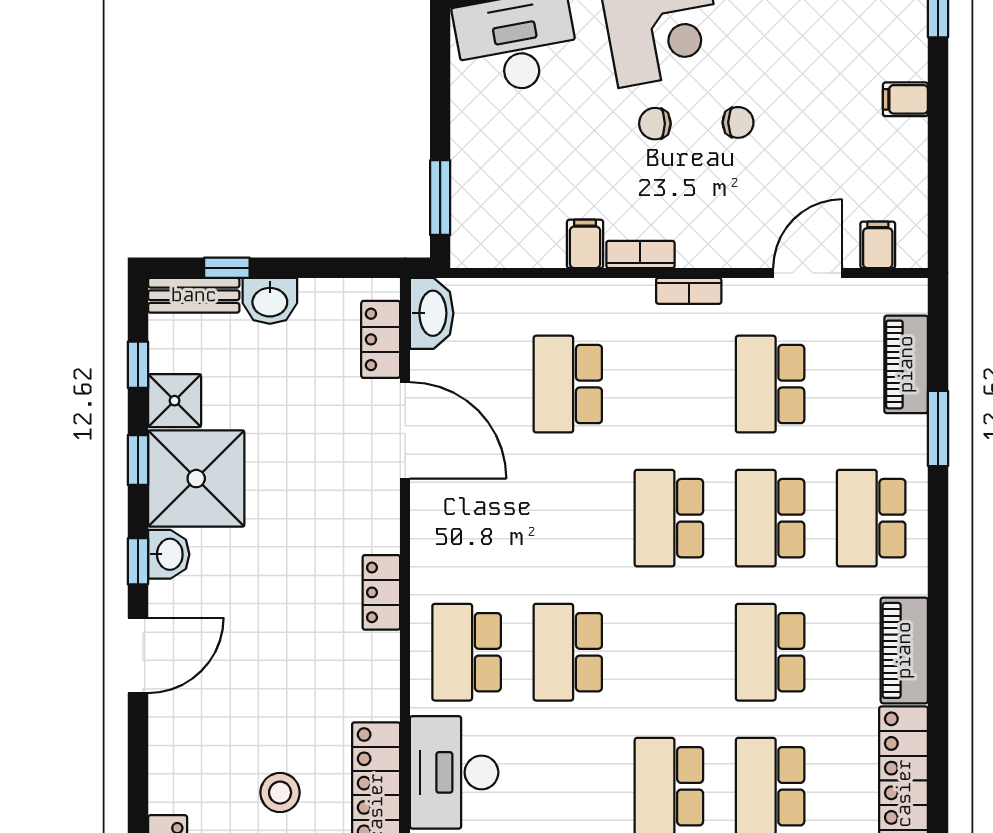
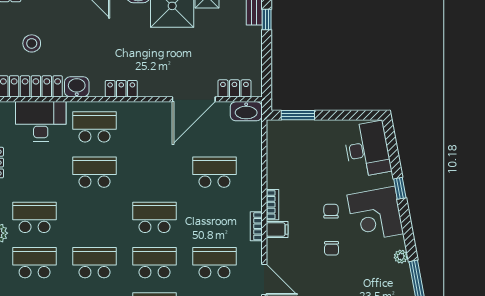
filing cabinet: (585, 244) -> (277, 230), moved
washbasin: (270, 301) -> (77, 87), moved, turned 90

